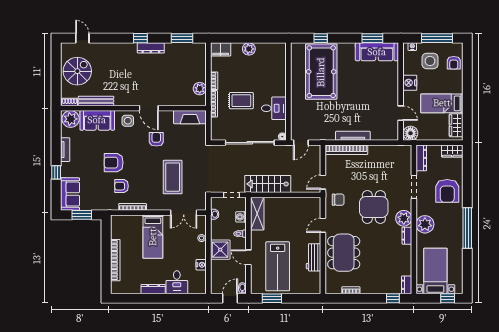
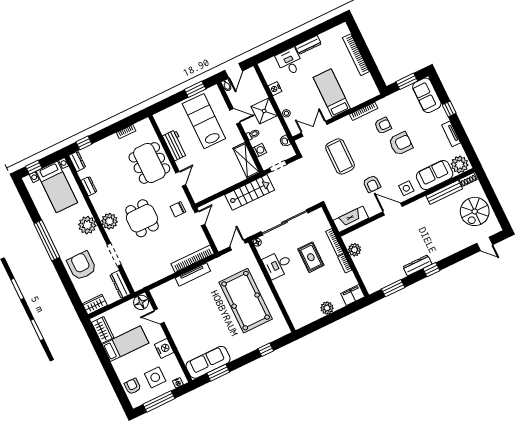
pool table: (321, 72) -> (246, 301), moved
rug: (241, 101) -> (311, 257), turned 90
dresser: (407, 236) -> (89, 186), moved

